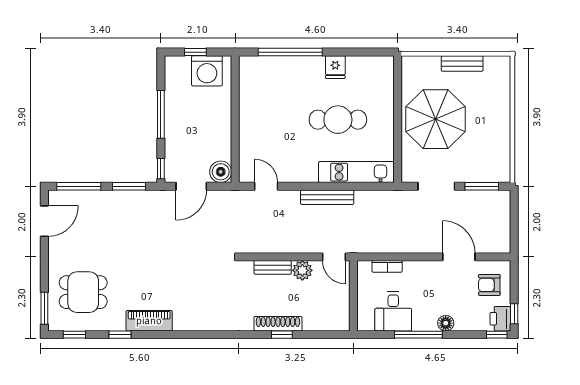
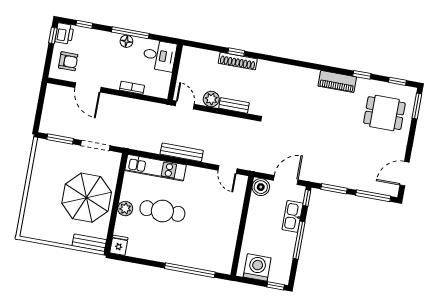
window: (195, 52) -> (276, 286), moved
bench: (462, 63) -> (89, 243), moved
fridge: (335, 67) -> (119, 245), moved
plant: (385, 114) -> (125, 209), added
kitchen sink: (174, 142) -> (292, 216), added
bookcase: (387, 266) -> (132, 88), moved
desk: (393, 311) -> (160, 56), moved, turned 90
floor lamp: (446, 323) -> (126, 41), moved
window: (497, 335) -> (84, 24), moved

